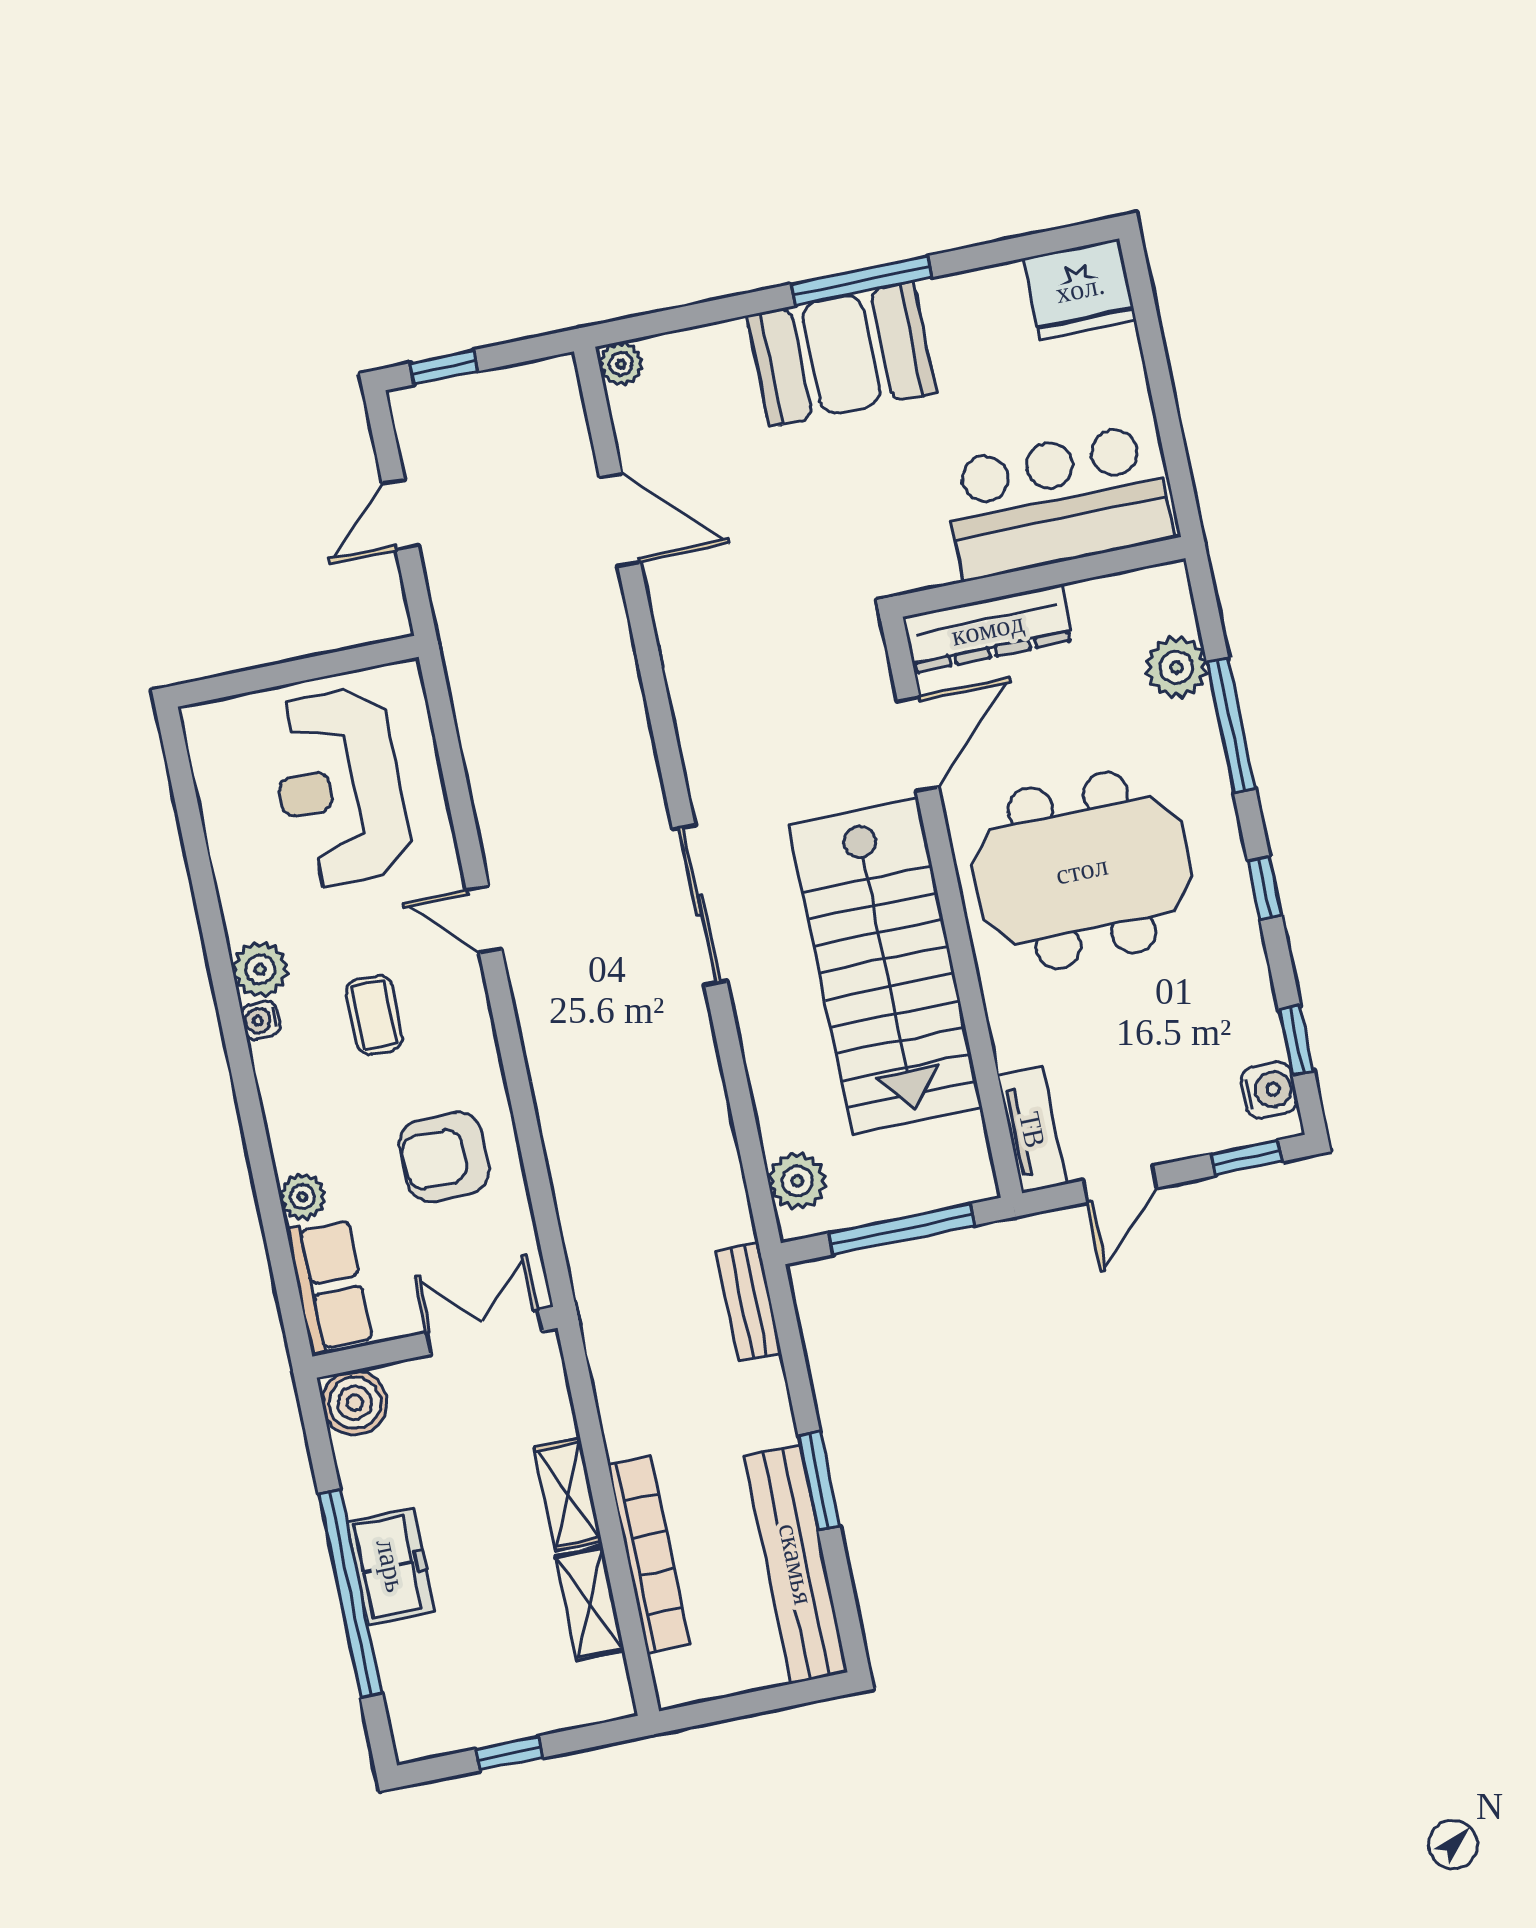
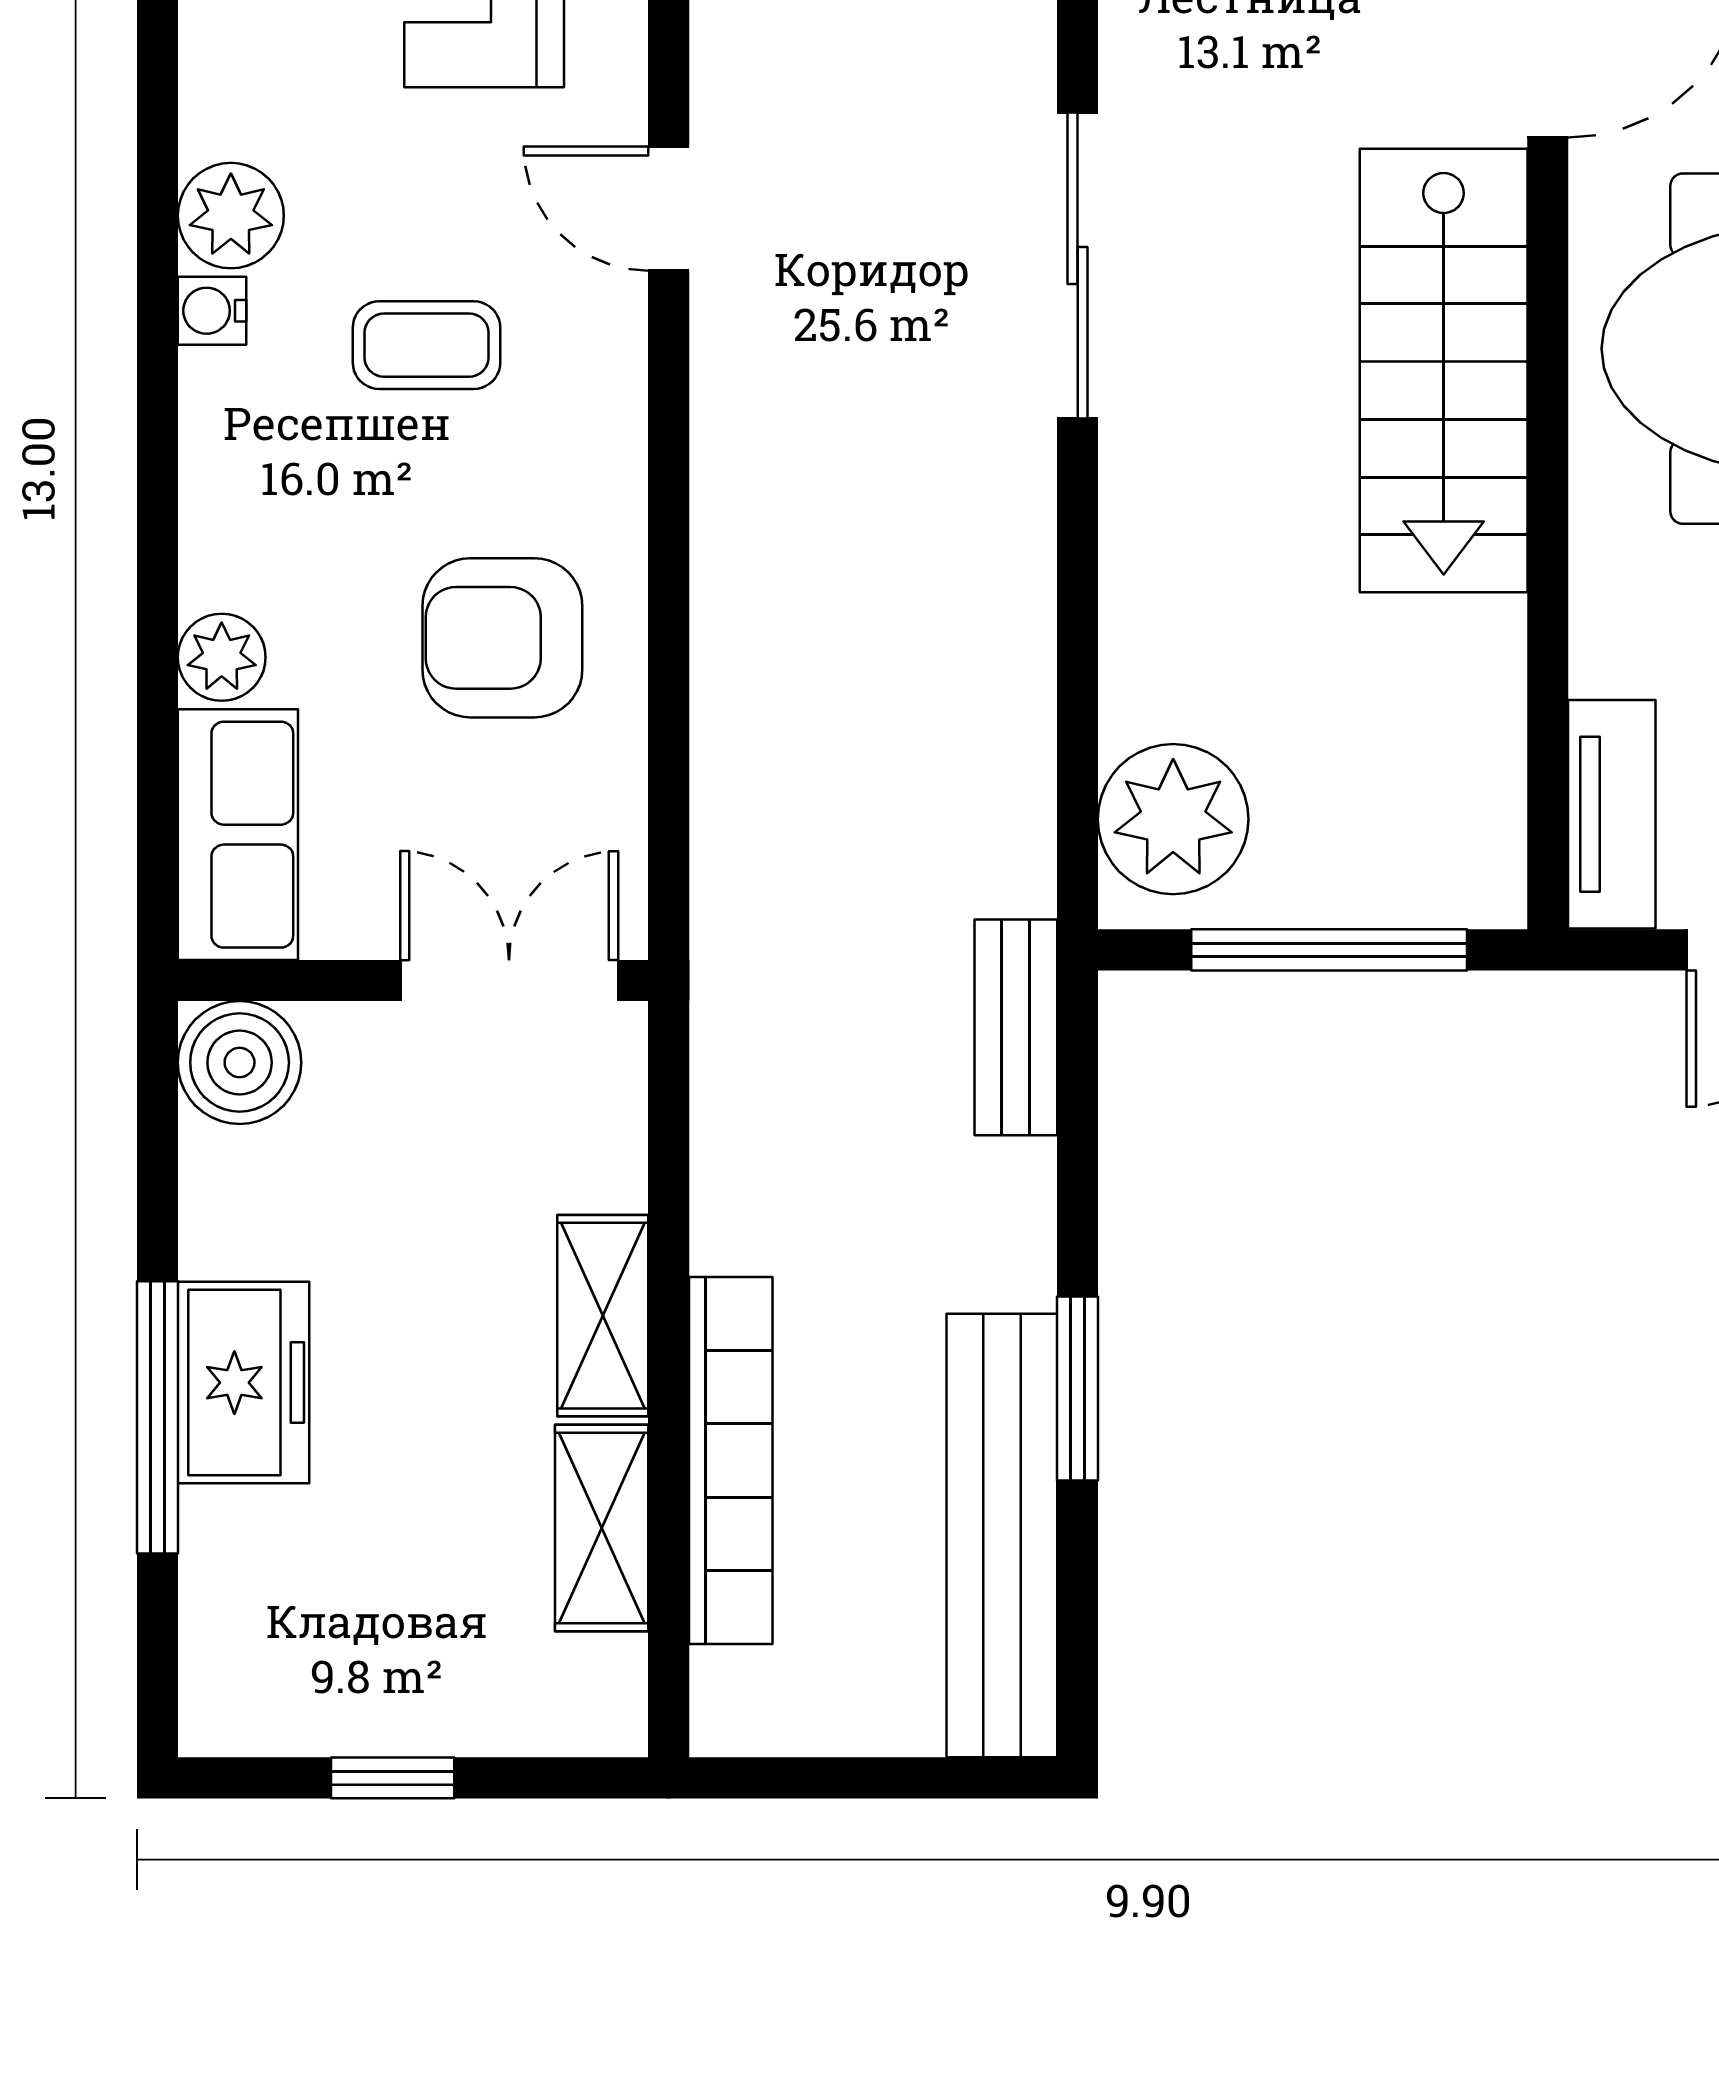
stairs: (885, 966) -> (1444, 371), width x0.73, depth x0.66
coffee table: (374, 1015) -> (427, 345), turned 90
plant: (797, 1181) -> (1173, 819), width x1.36, depth x1.36
window: (350, 1594) -> (158, 1417), width x0.68

